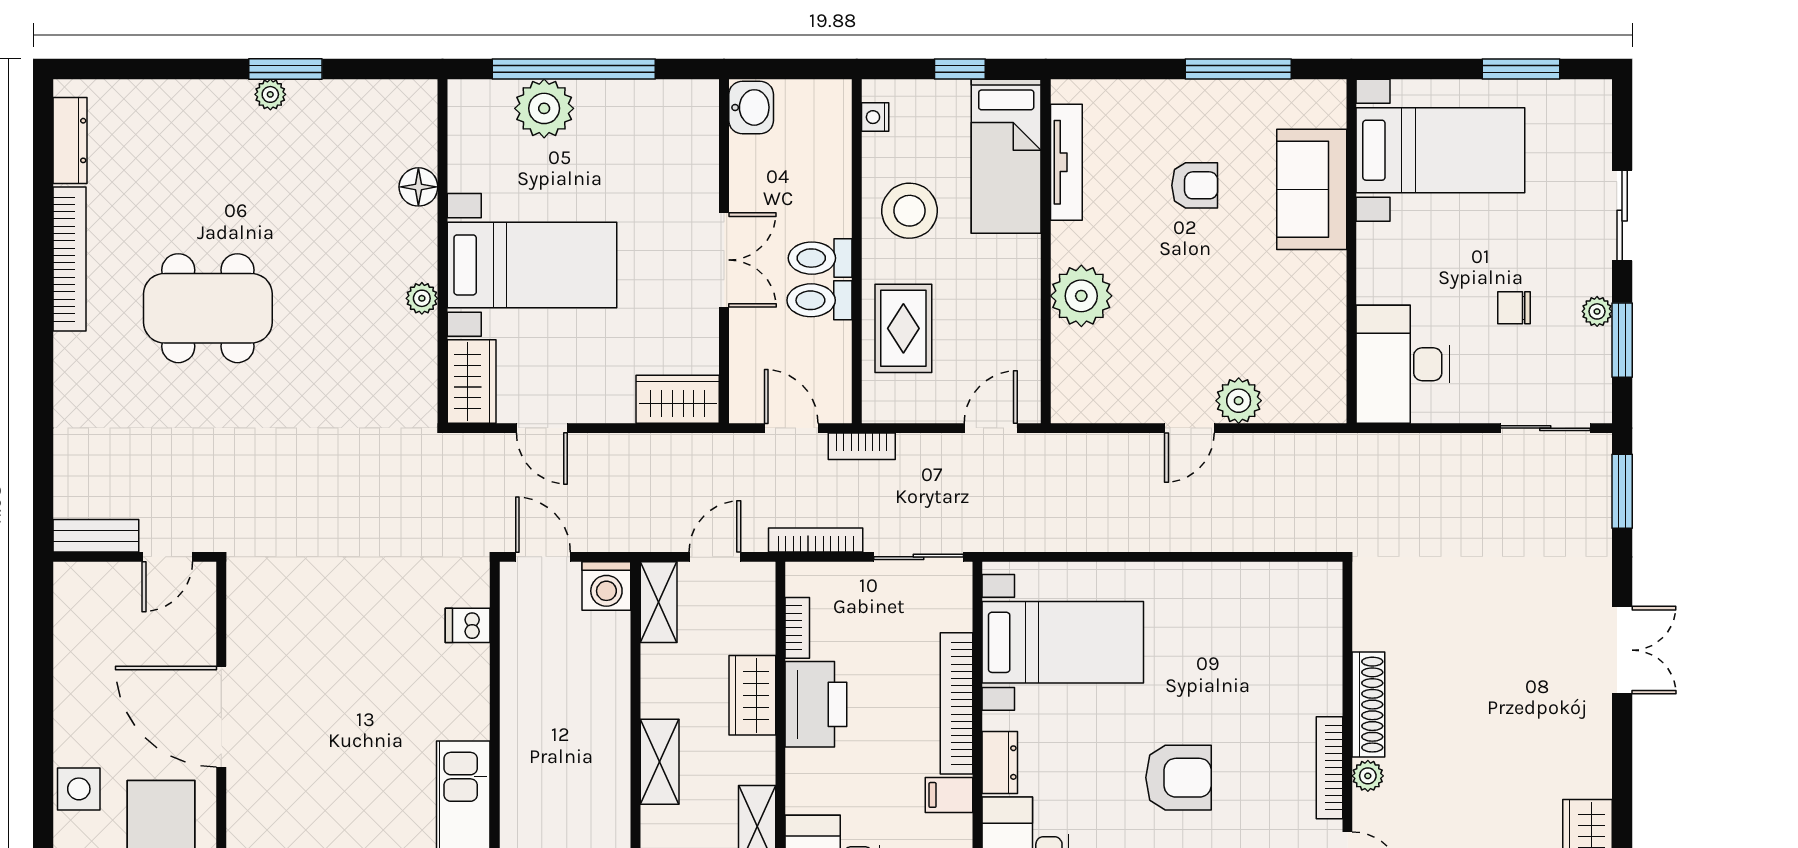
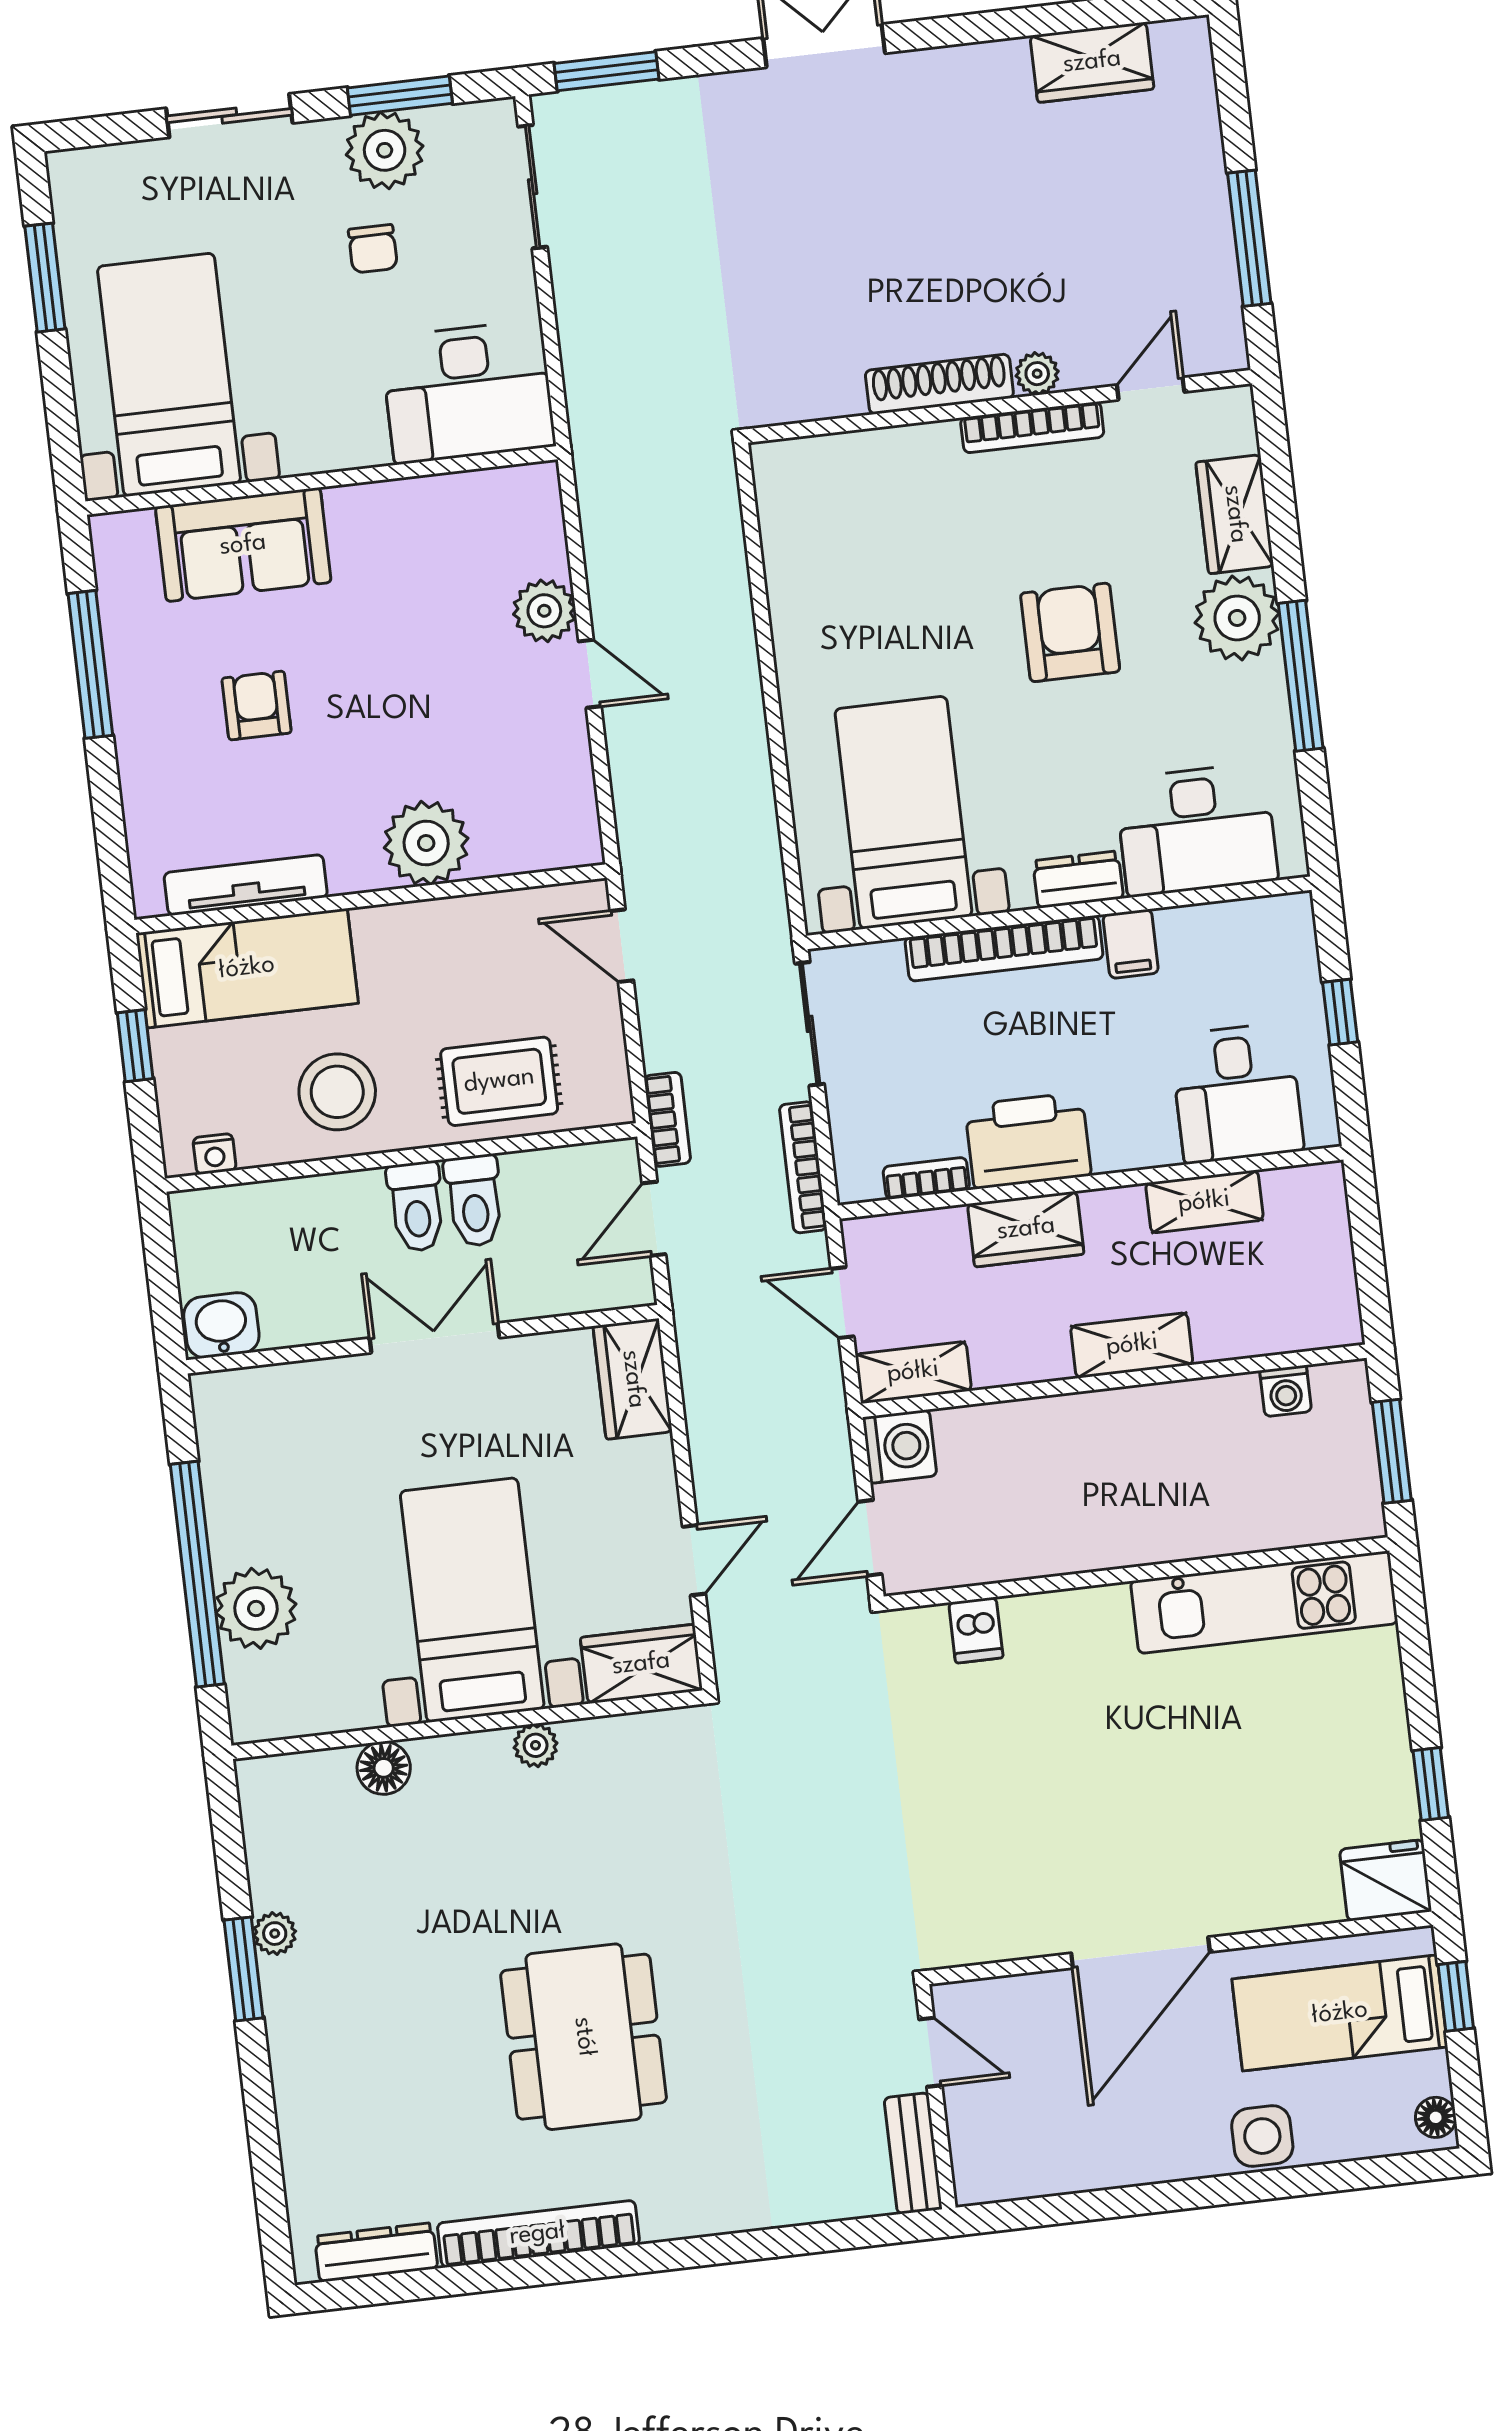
plant: (270, 94) -> (275, 1934), moved
plant: (1597, 311) -> (385, 150), width x1.88, depth x1.88

